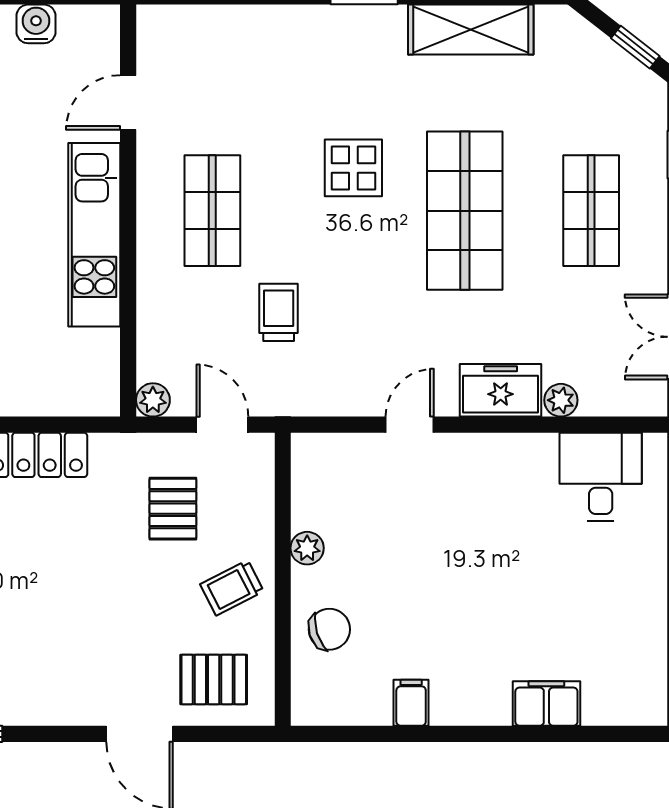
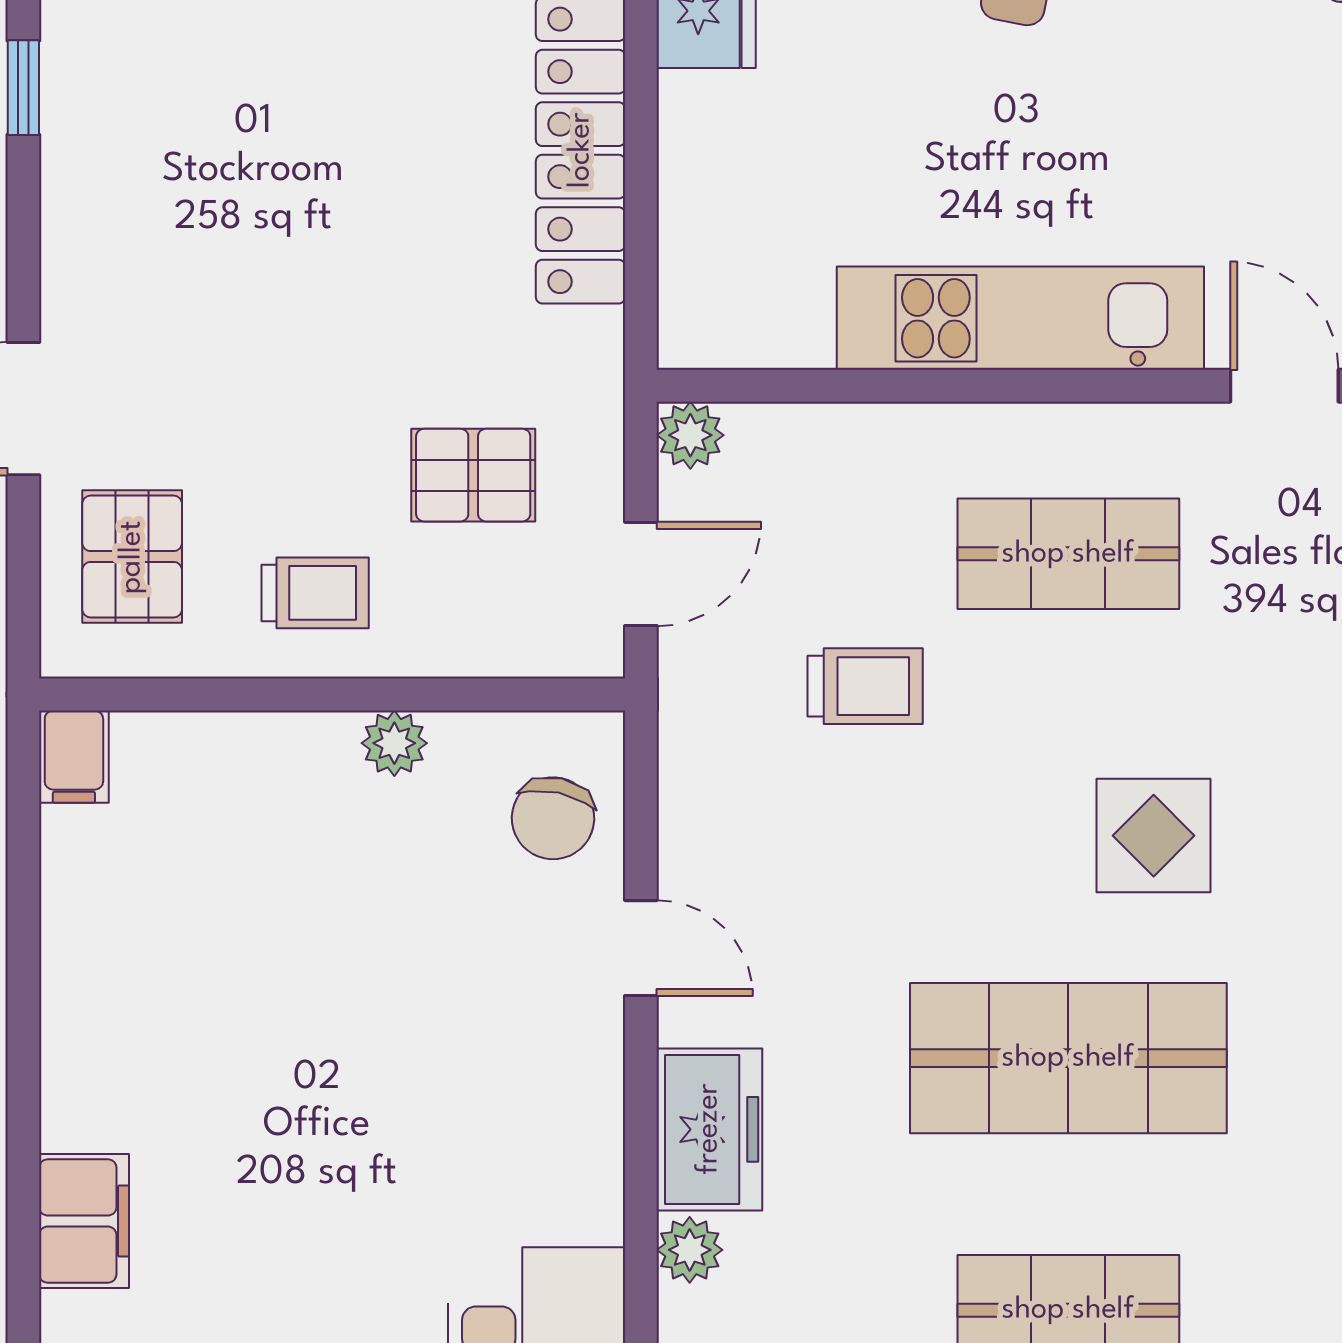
trolley: (232, 588) -> (315, 593), turned 117
chair: (329, 629) -> (553, 818), moved, turned 30
filing cabinet: (411, 703) -> (74, 757), moved, turned 90

